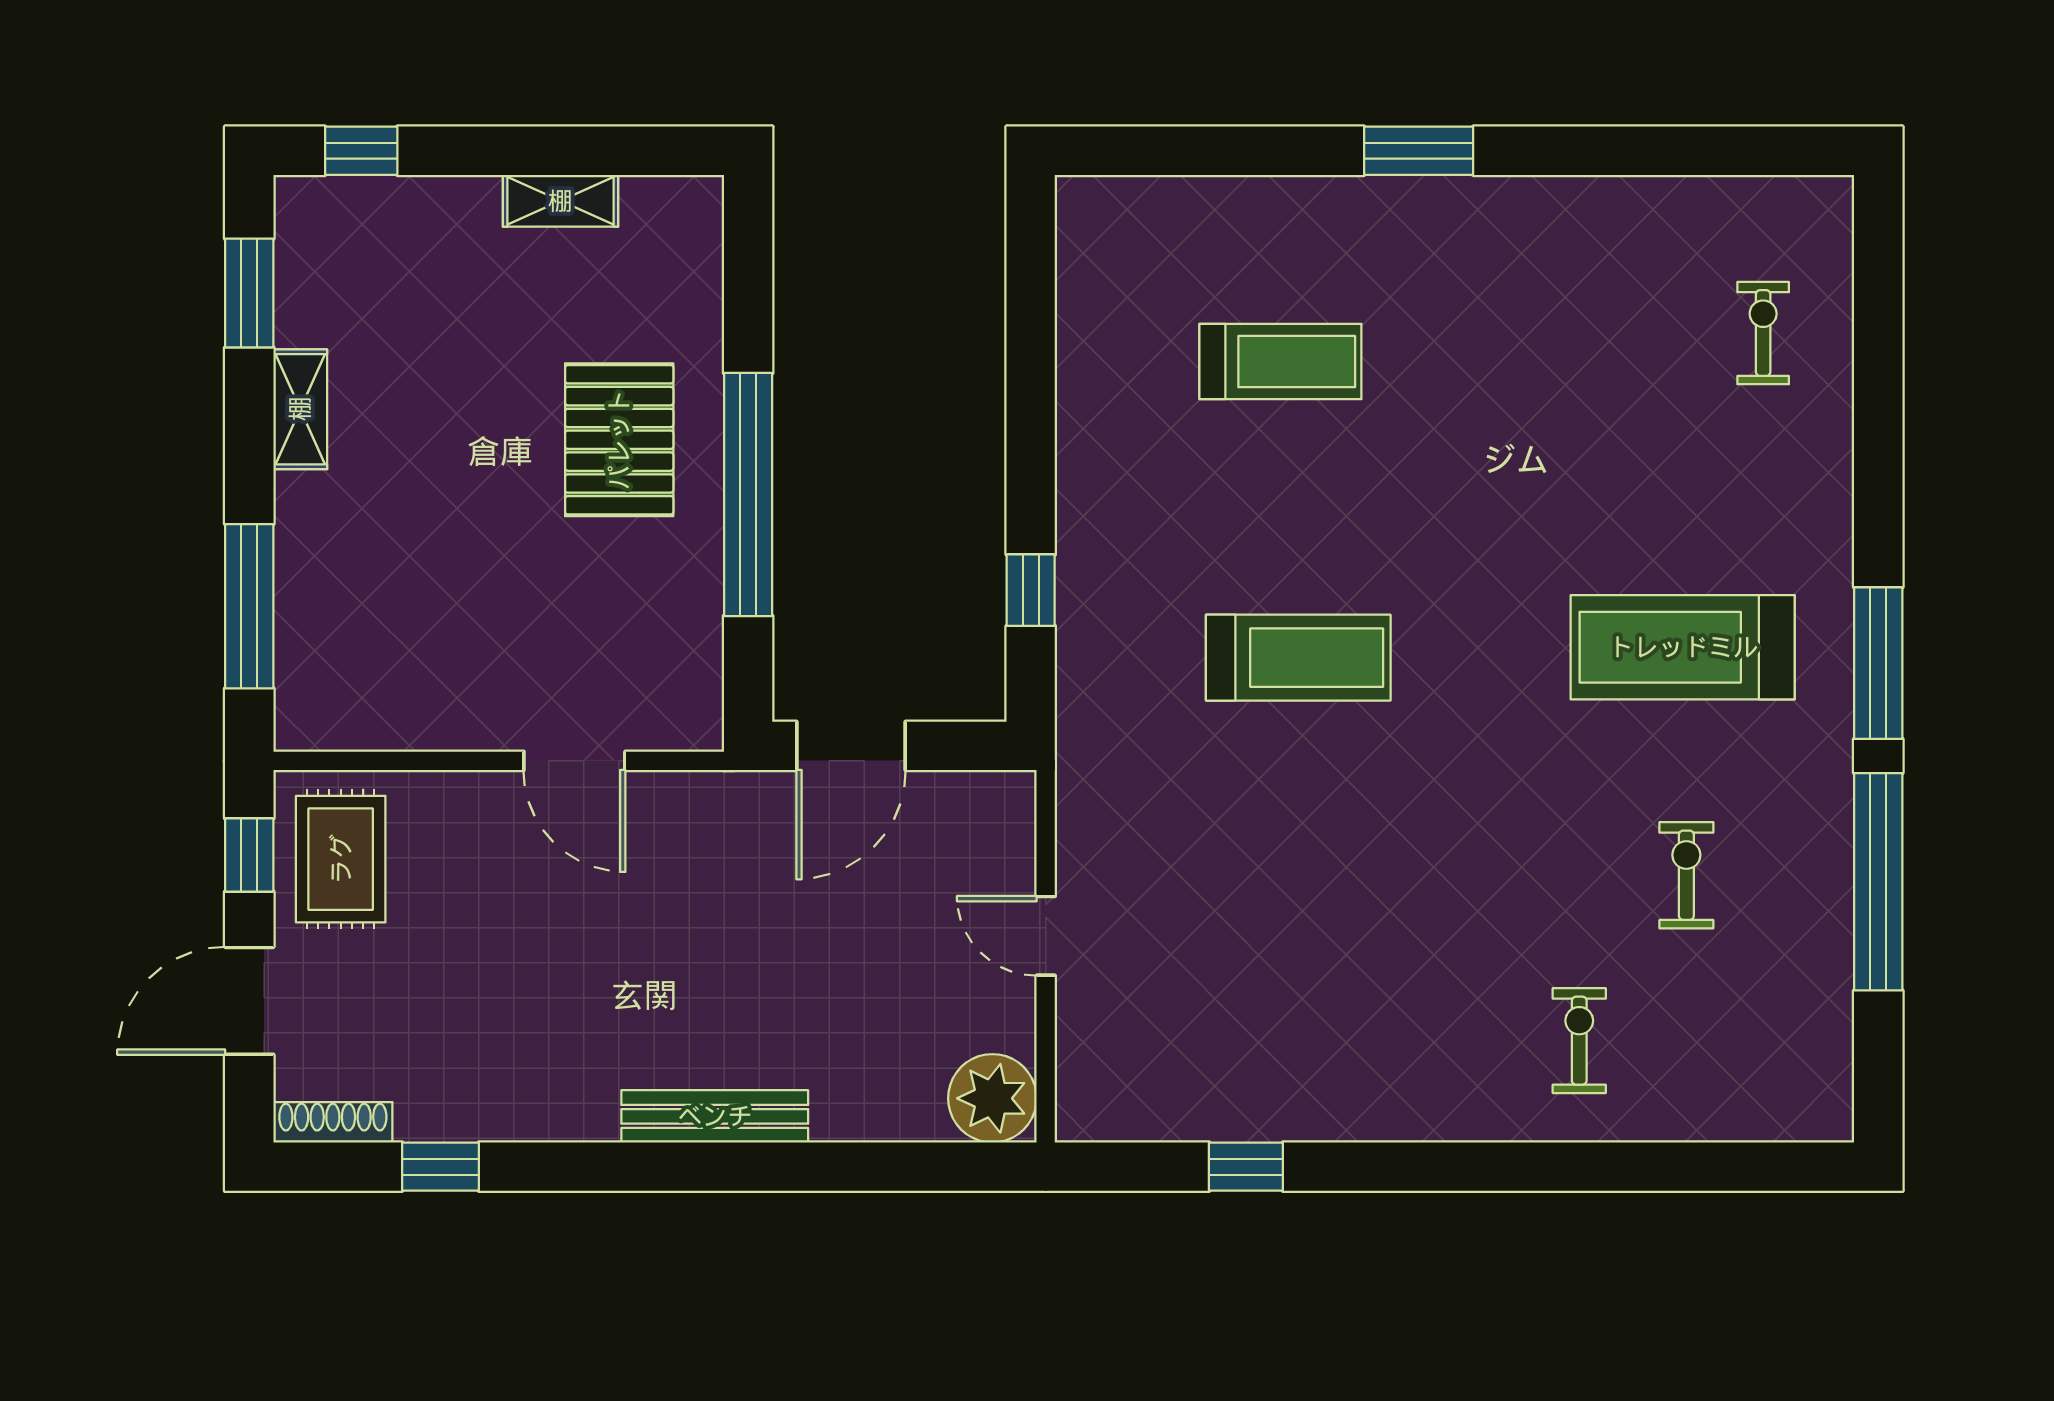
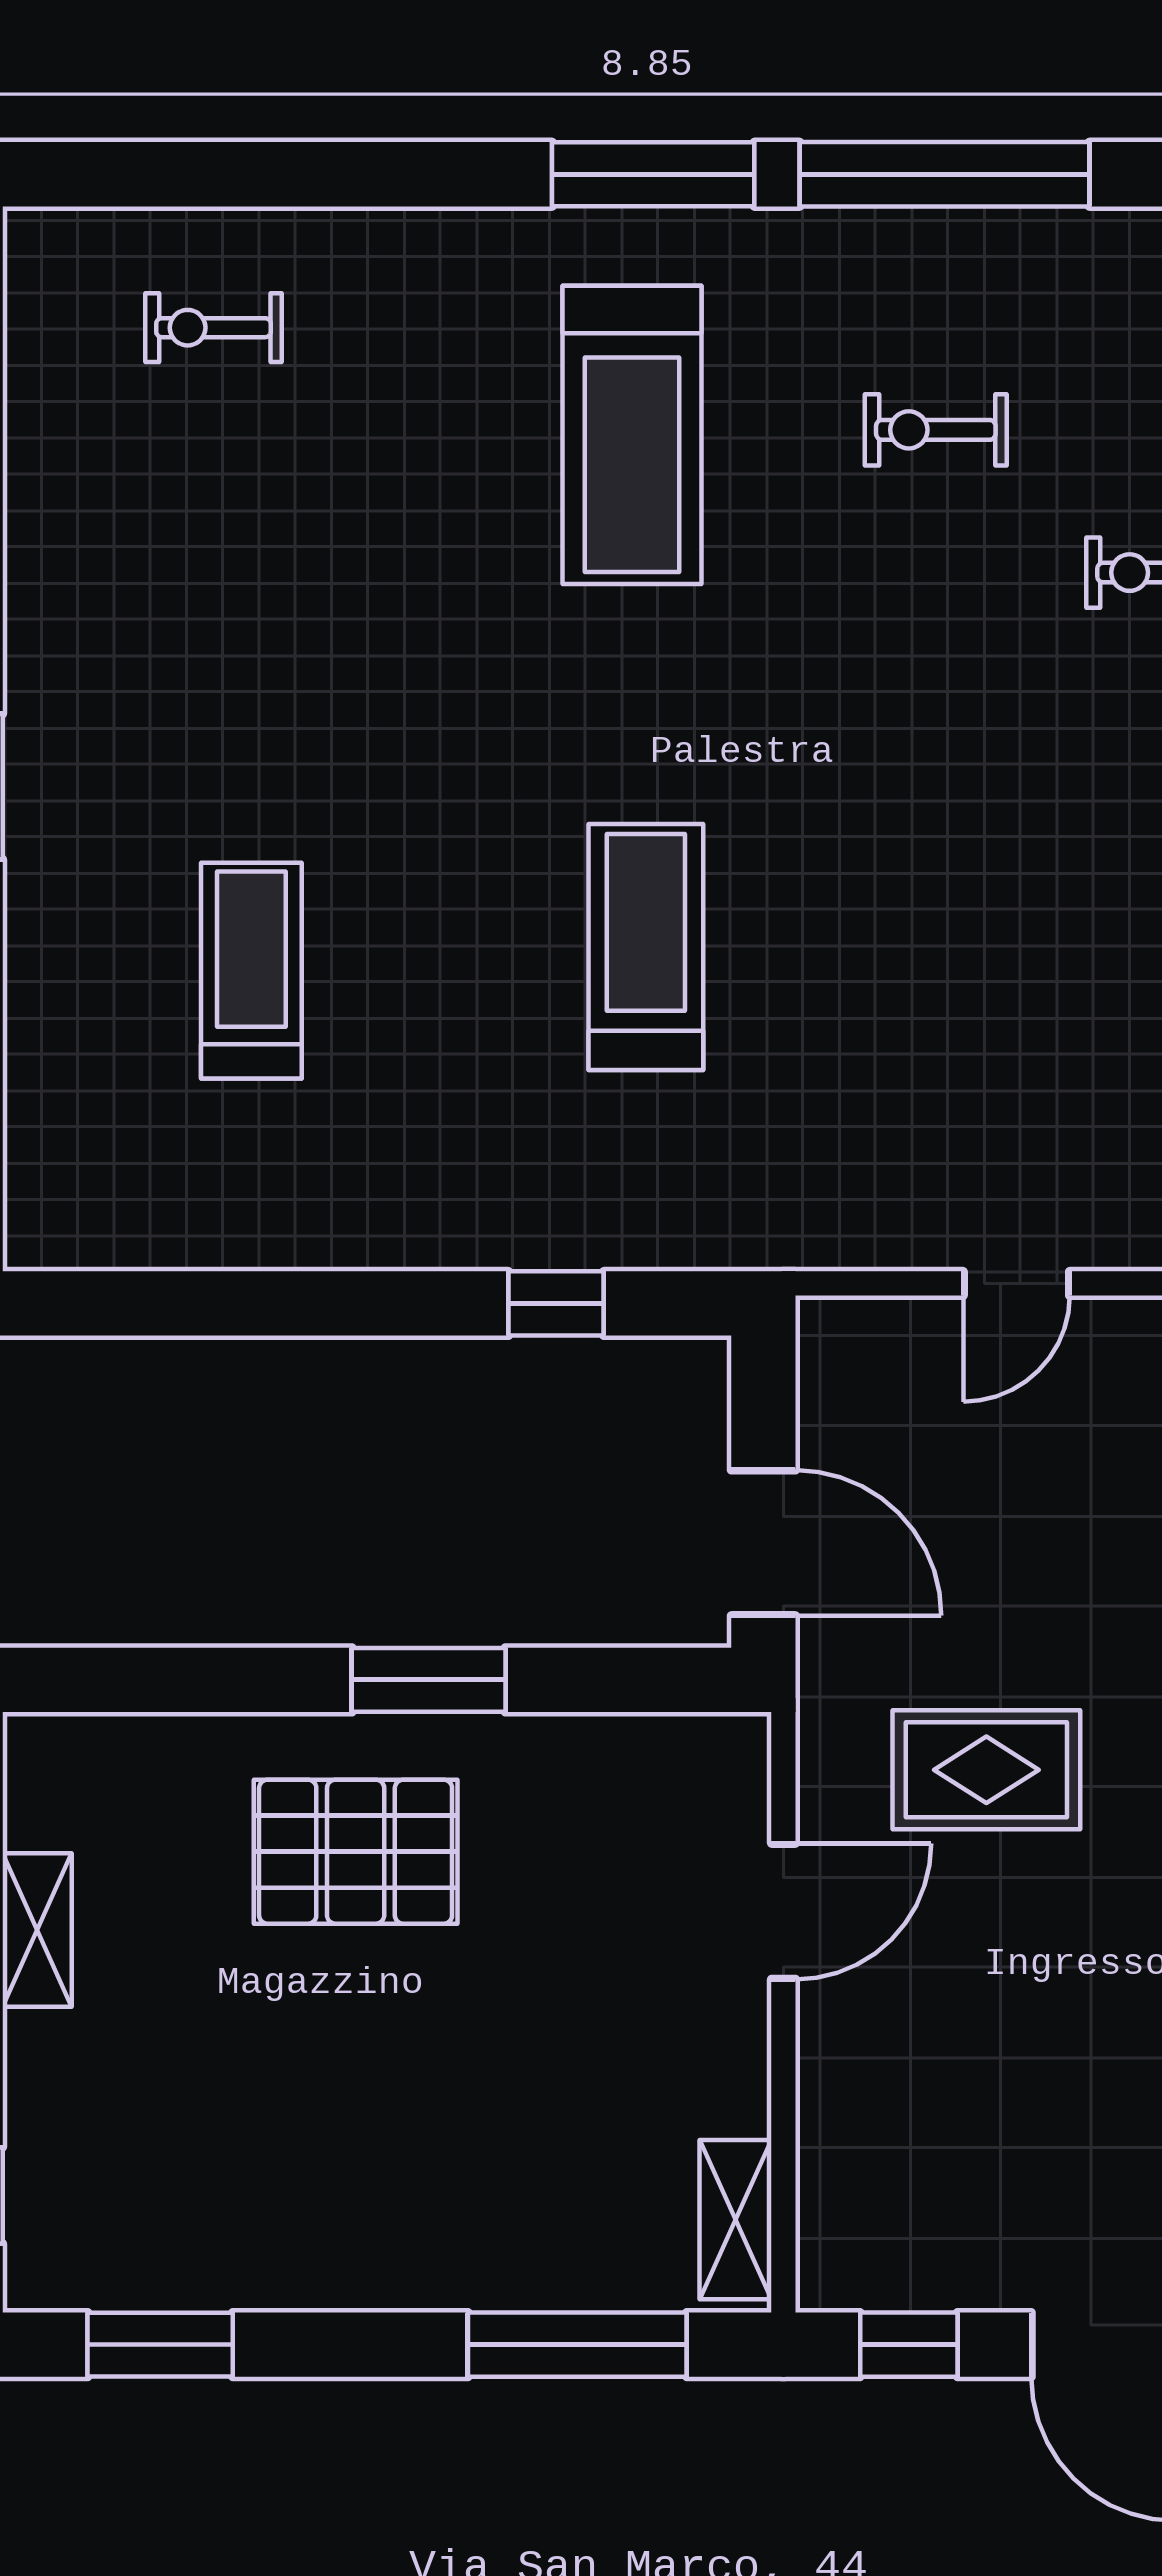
shelving: (300, 409) -> (736, 2220), moved, turned 90
window: (748, 495) -> (429, 1680), width x0.47
rug: (341, 859) -> (986, 1770), moved

